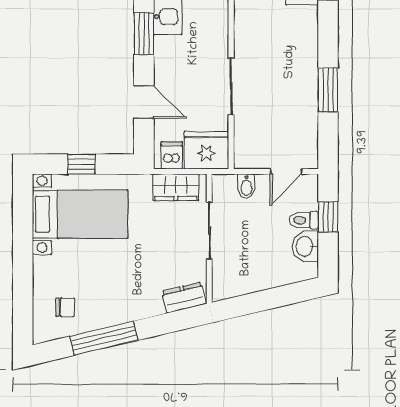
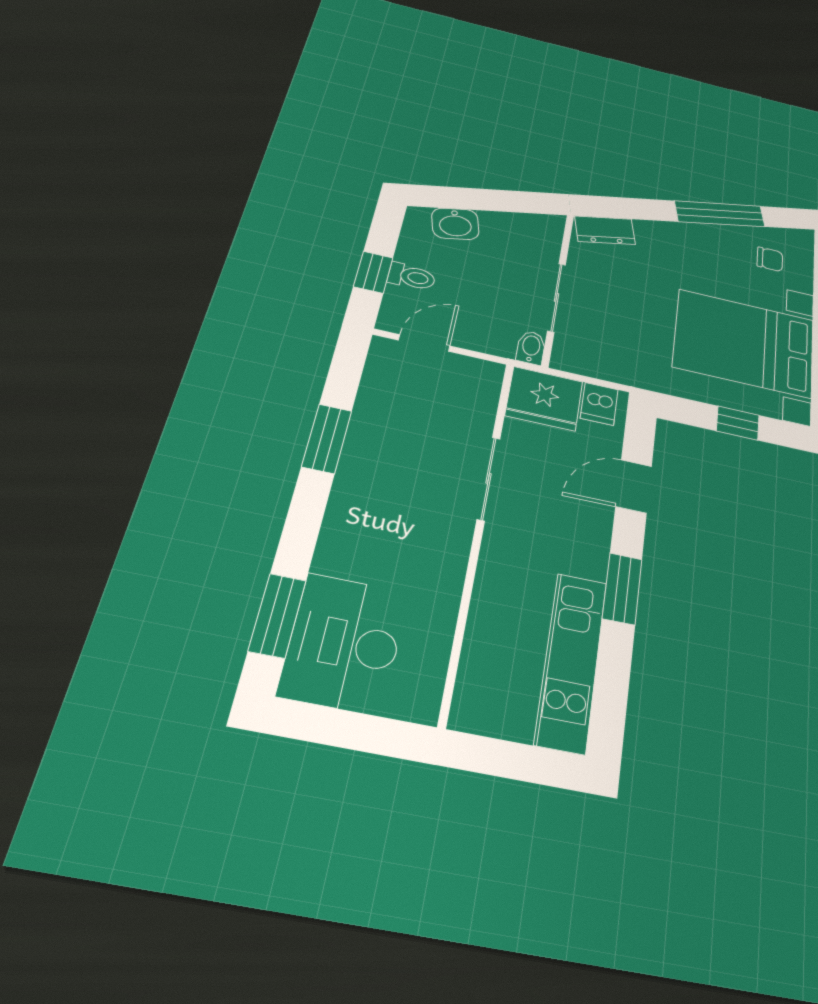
door: (144, 102) -> (634, 486), hinge flipped
bidet: (246, 186) -> (531, 348), moved
wardrobe: (176, 187) -> (598, 361), removed
bed with nightstands: (80, 214) -> (744, 343), width x1.36
washbasin: (305, 246) -> (455, 224), moved, turned 77
chair: (65, 307) -> (770, 259), turned 180

